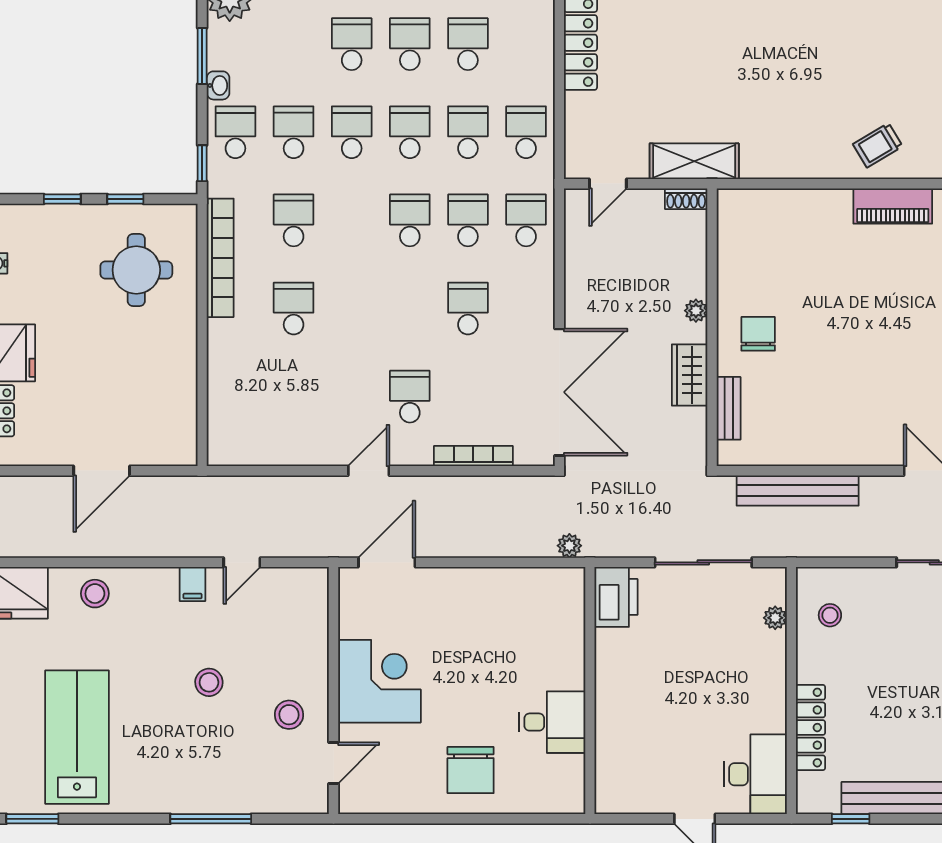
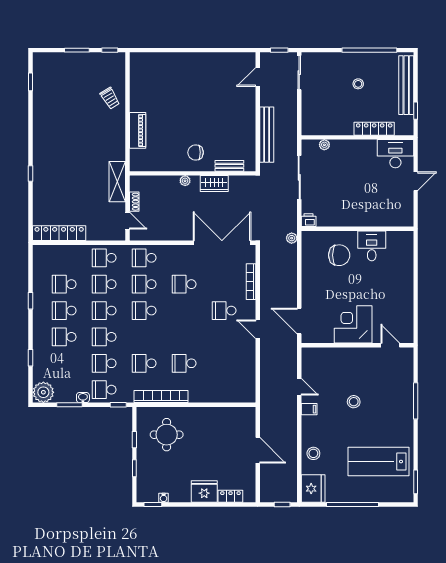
shoe rack: (686, 199) -> (134, 202), moved
piano: (893, 206) -> (138, 130), moved
printer: (616, 597) -> (309, 220), width x0.53, depth x0.68
stool: (830, 615) -> (358, 84), moved
stool: (289, 715) -> (368, 365), removed
chair: (471, 770) -> (339, 255), moved

